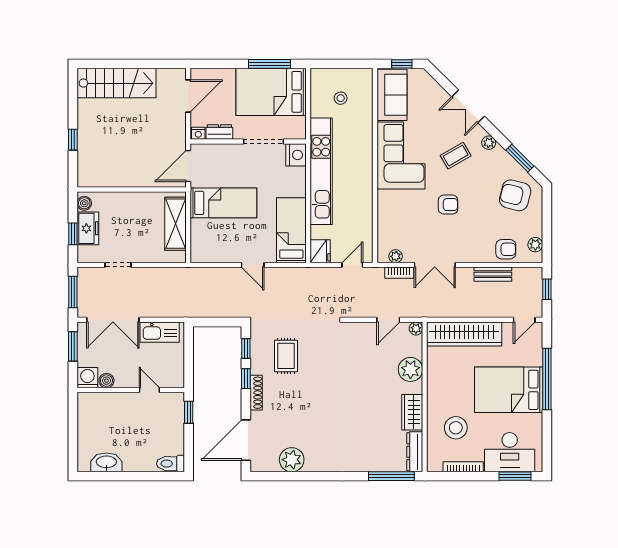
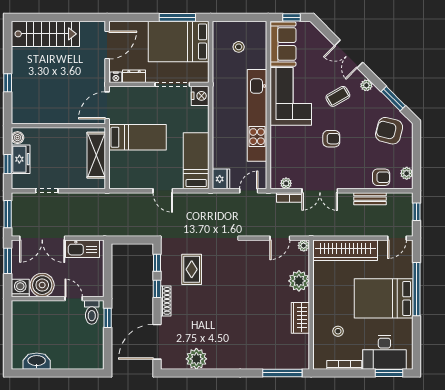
kitchen unit: (321, 171) -> (257, 115), moved, turned 180
boiler: (106, 381) -> (42, 285), width x1.86, depth x1.86
stool: (456, 428) -> (338, 331), width x0.53, depth x0.53
dresser: (415, 452) -> (303, 352), removed
toilet: (171, 464) -> (92, 312), moved, turned -90

